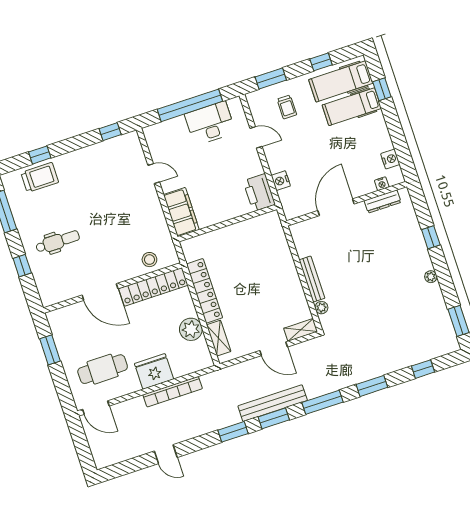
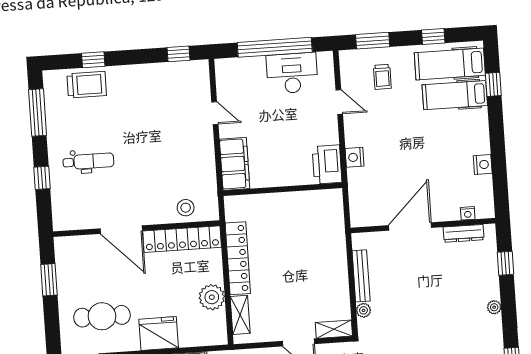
nightstand: (382, 184) -> (468, 213), moved
dresser: (383, 201) -> (464, 233), moved
wall: (347, 204) -> (423, 226), moved
door: (336, 207) -> (410, 226), moved

